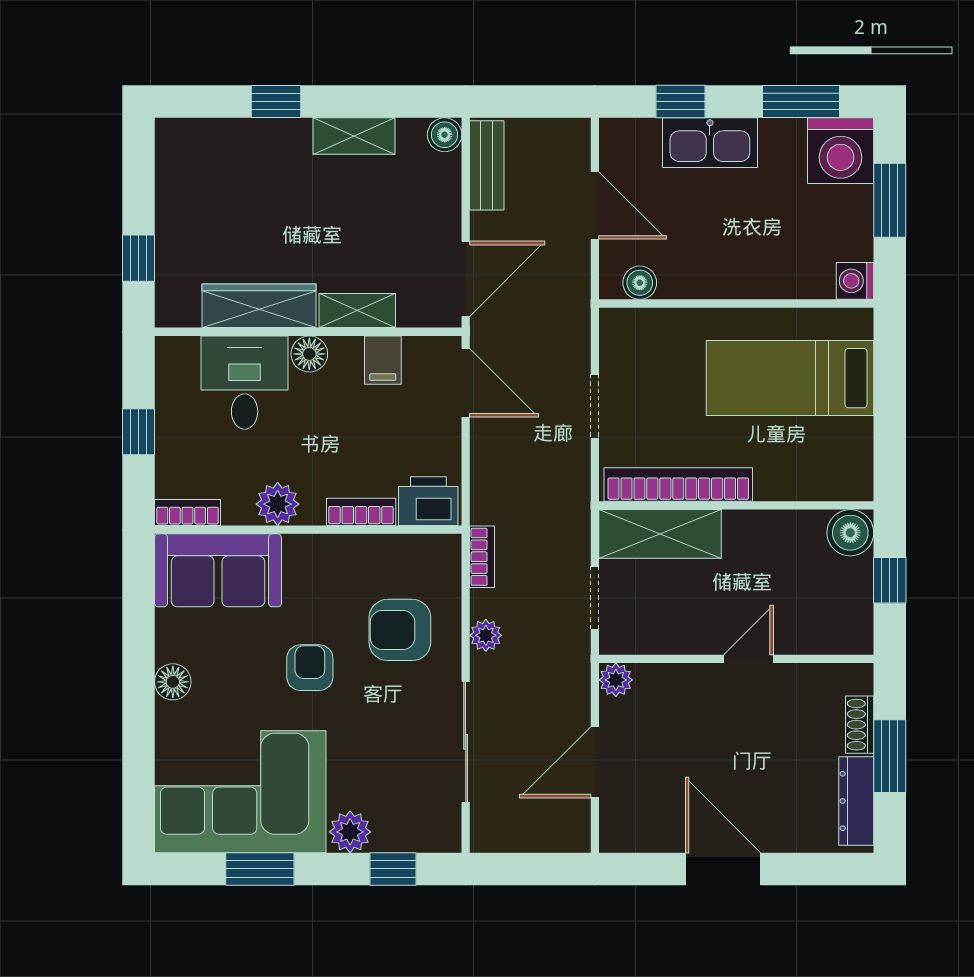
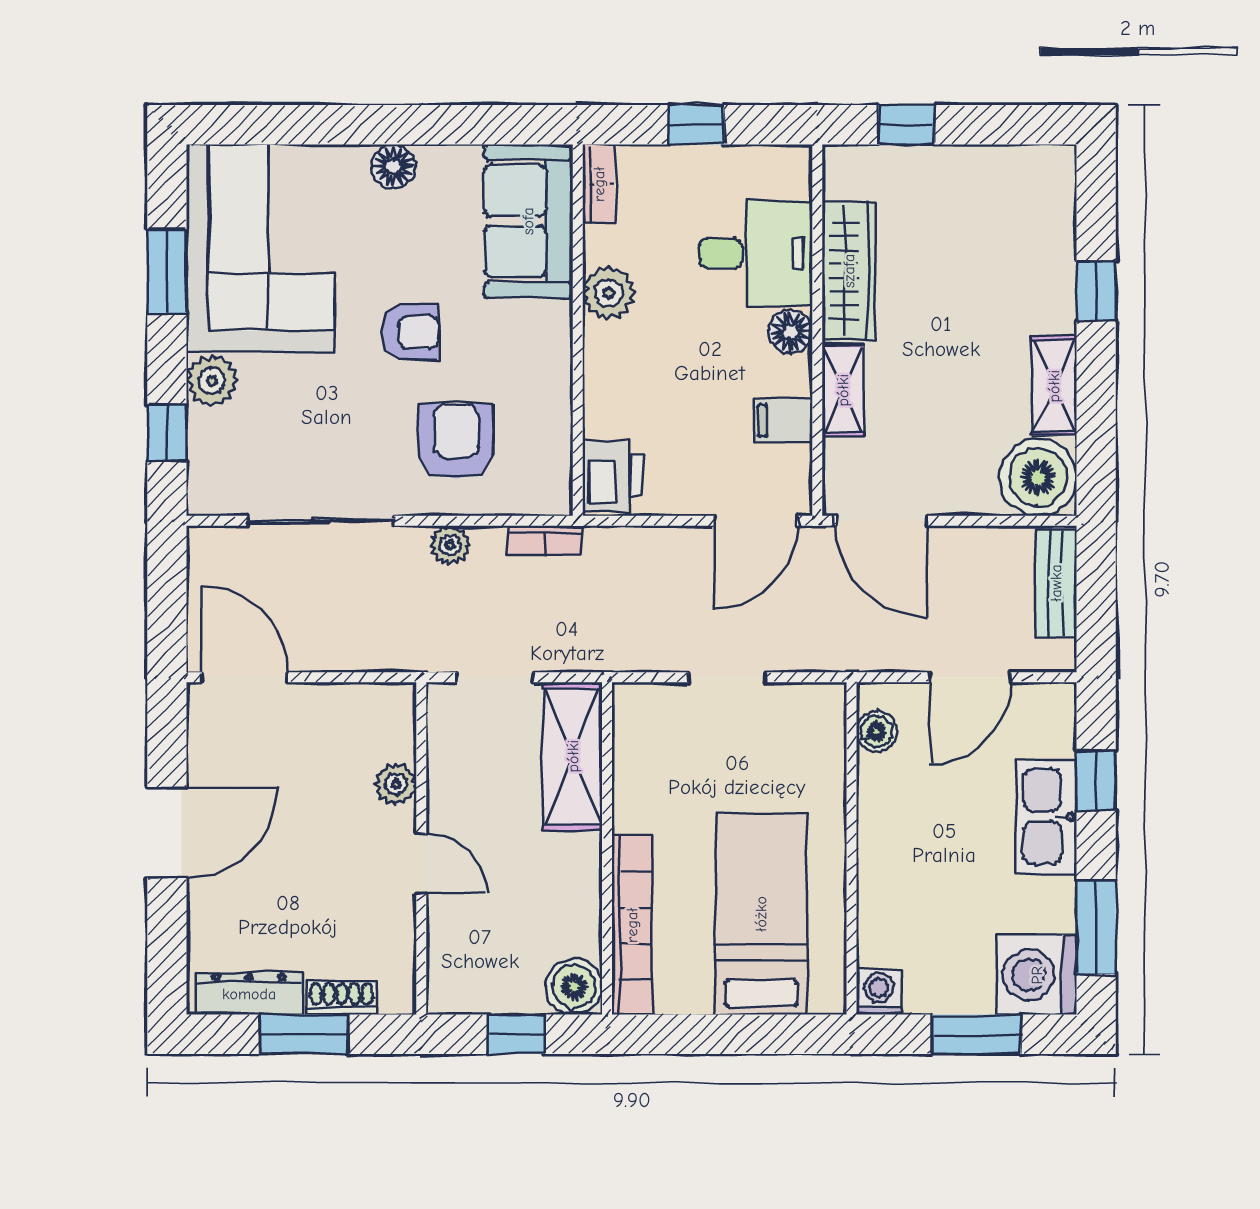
boiler: (445, 135) -> (1038, 477), width x1.86, depth x1.86
bench: (487, 165) -> (1056, 583), moved, turned 90
bookcase: (678, 485) -> (632, 925), moved
bookcase: (361, 512) -> (599, 394), removed
plant: (616, 680) -> (396, 784), moved
door: (595, 762) -> (245, 677), moved

